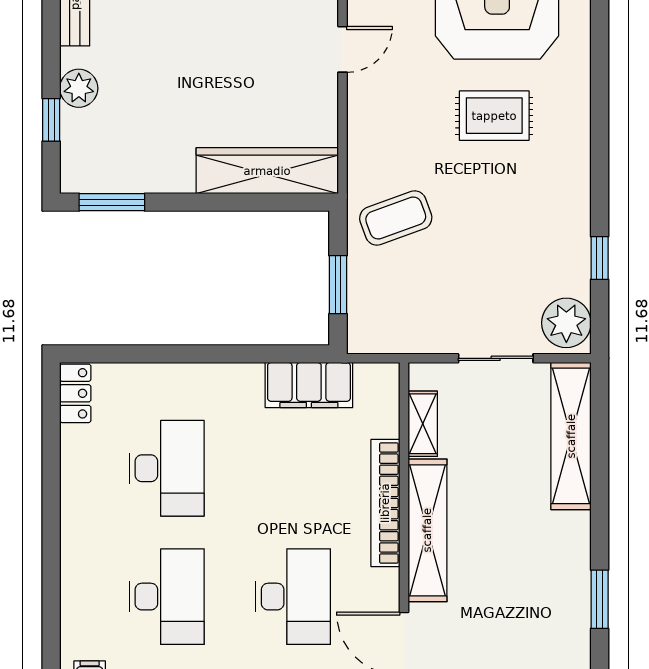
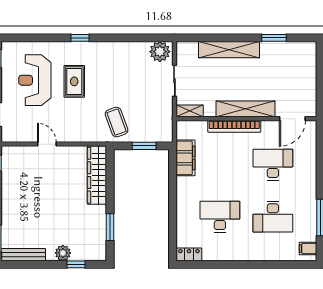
window: (112, 202) -> (110, 227), moved
window: (600, 258) -> (80, 38), moved
shelving: (423, 424) -> (190, 111), moved
shelving: (571, 436) -> (229, 50), moved
desk: (167, 597) -> (273, 217), turned 180

